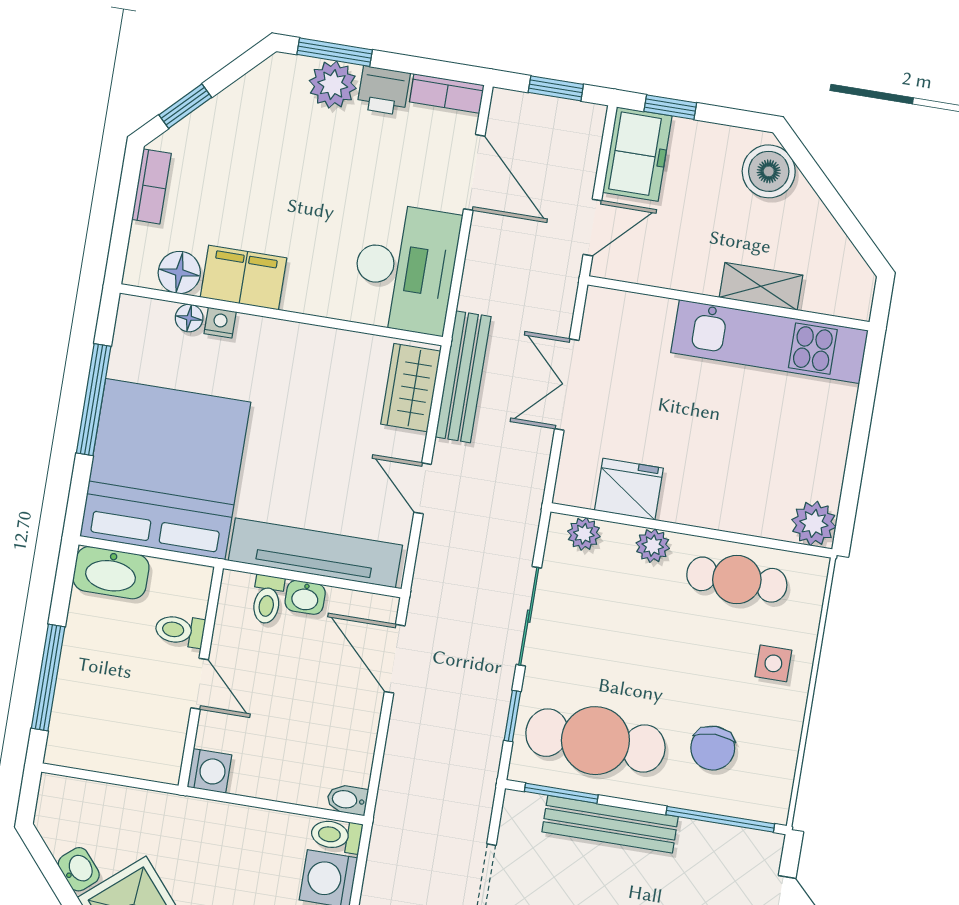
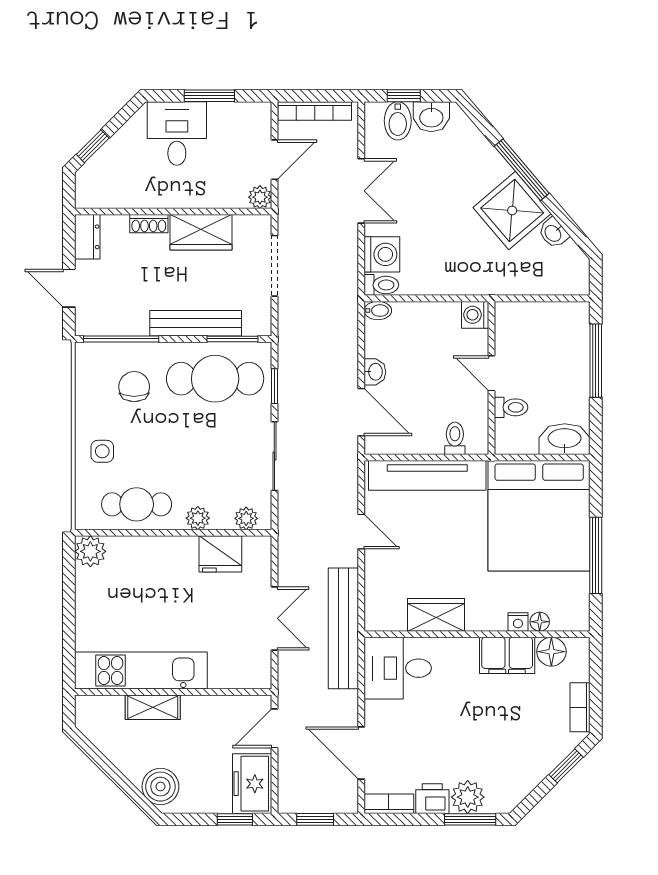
desk: (405, 268) -> (398, 668), width x0.73
bench: (463, 377) -> (343, 628), width x1.37, depth x1.21
wardrobe: (411, 388) -> (436, 615), moved, turned -90
washbasin: (305, 597) -> (375, 372), moved, turned 90

